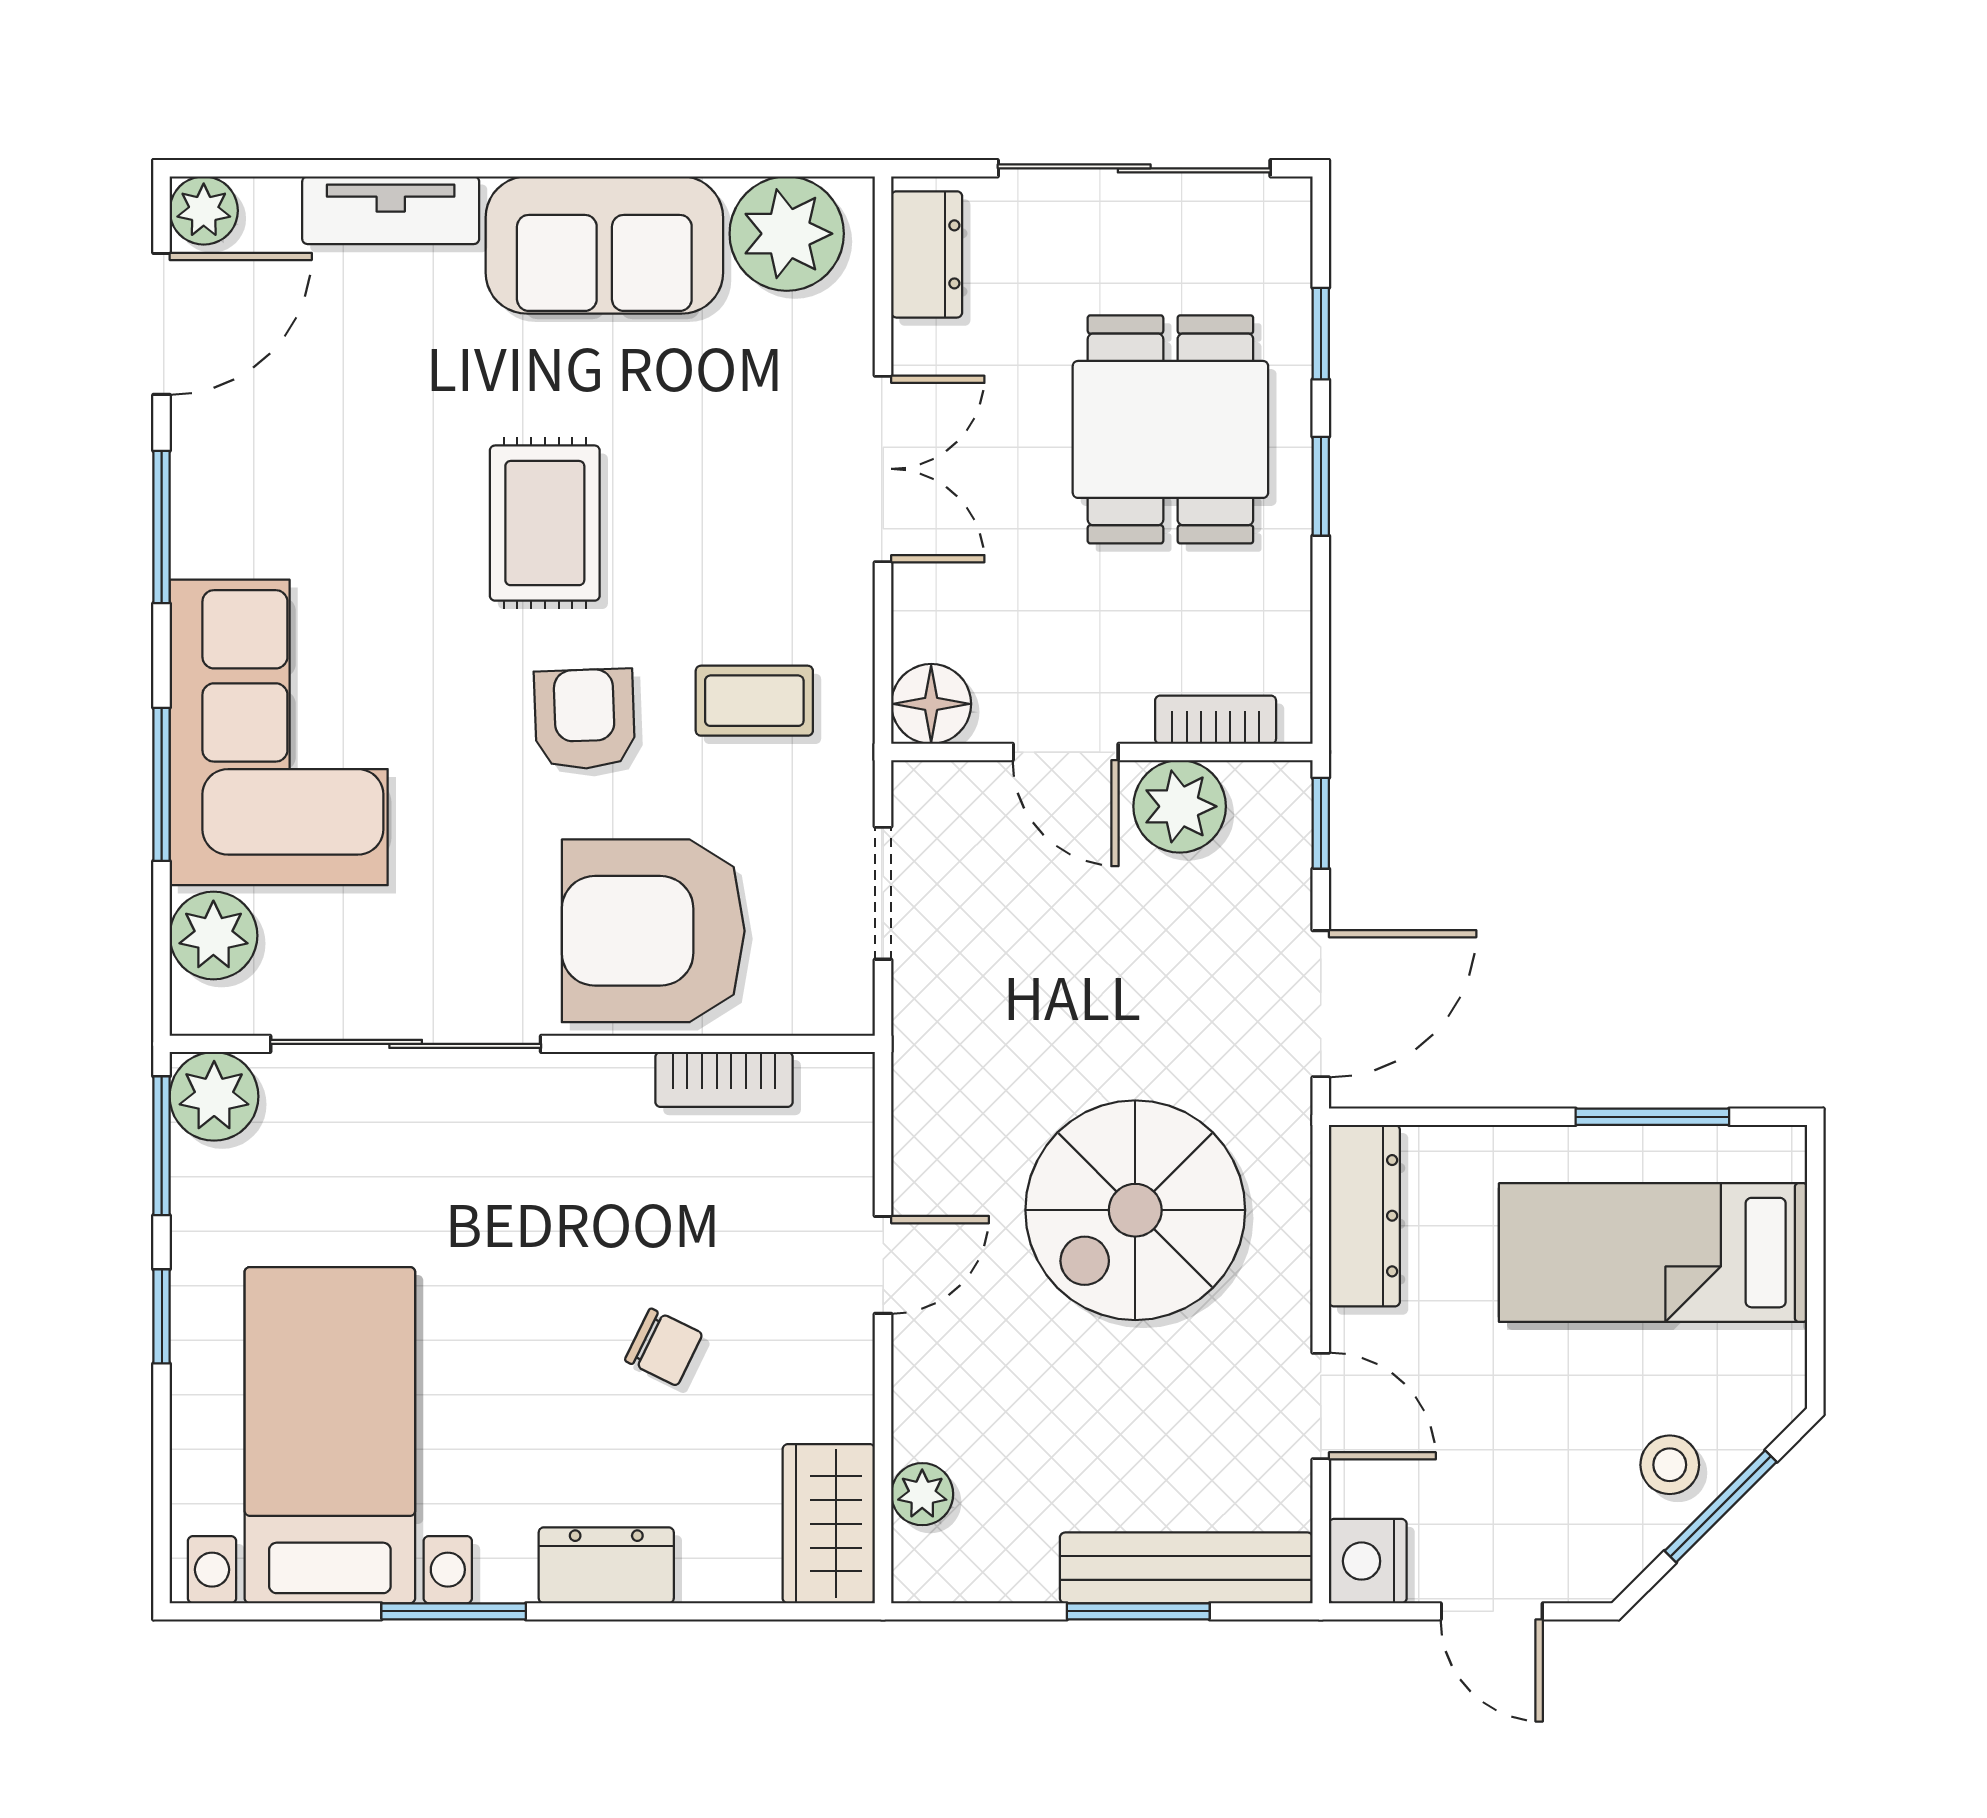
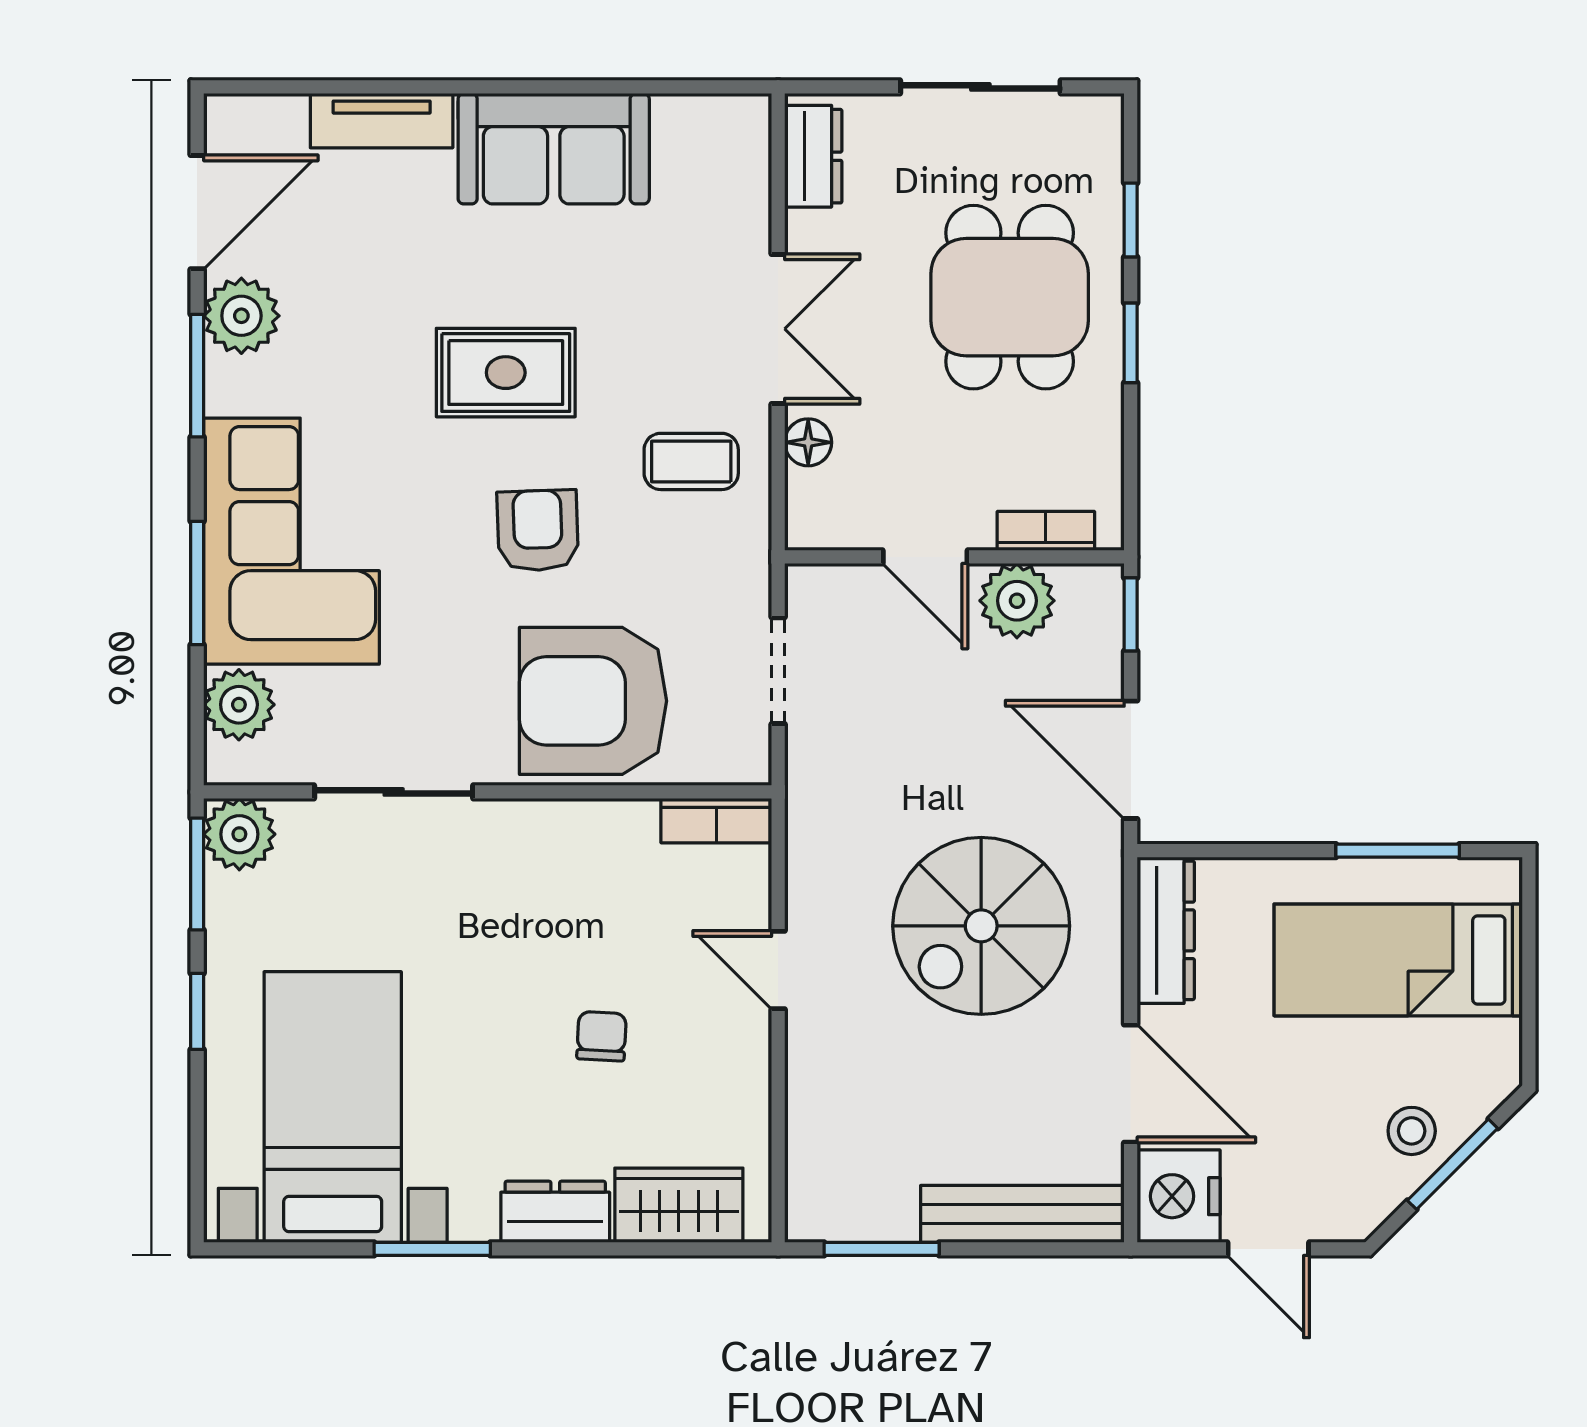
sliding door: (1134, 168) -> (980, 87), width x0.73
plant: (204, 211) -> (241, 316), moved, width x1.38, depth x1.38
plant: (787, 234) -> (701, 139), removed
rug: (545, 523) -> (506, 373), turned 90
coffee table: (754, 701) -> (691, 461), moved
floor lamp: (931, 704) -> (808, 442), moved, width x0.73, depth x0.73
door: (1321, 1004) -> (1131, 760), swing flipped
sliding door: (406, 1044) -> (394, 792), width x0.73
bookcase: (724, 1079) -> (716, 821), moved
door: (883, 1265) -> (778, 970), swing flipped
chair: (664, 1347) -> (601, 1036), turned -113
door: (1321, 1406) -> (1131, 1084), width x1.38
plant: (922, 1494) -> (810, 1155), removed
wardrobe: (829, 1524) -> (679, 1205), moved, turned 90
nightstand: (1368, 1561) -> (1179, 1196), width x1.36, depth x1.33
window: (1138, 1611) -> (882, 1249), moved

